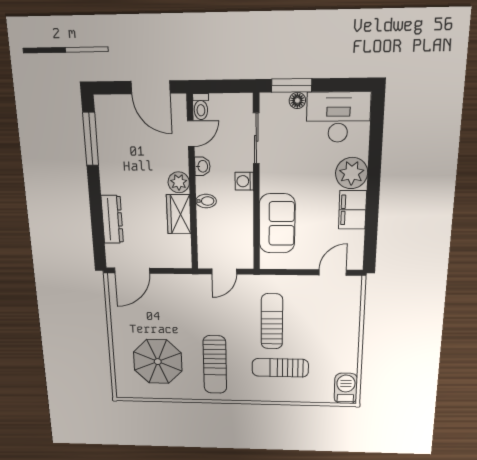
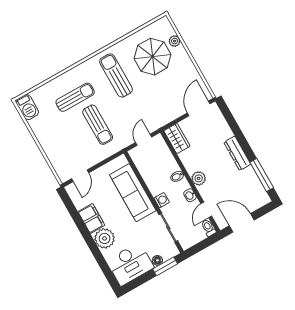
wardrobe: (179, 214) -> (177, 138), moved
dresser: (112, 219) -> (237, 153), moved
sofa: (277, 223) -> (133, 193), width x1.36
plant: (121, 364) -> (175, 41), added

